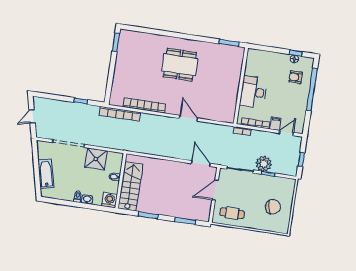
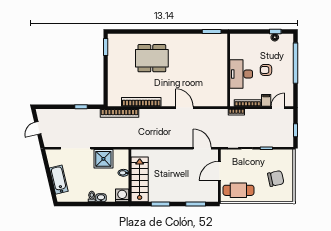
dining table: (180, 65) -> (152, 58), moved
armchair: (296, 77) -> (266, 70), moved
plant: (264, 164) -> (261, 140), removed
cafe table: (232, 213) -> (238, 190), width x1.37, depth x1.35

